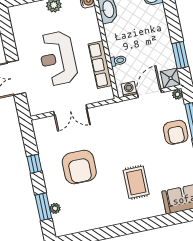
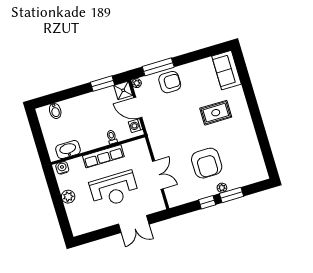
row of seats: (100, 65) -> (103, 156), moved
armchair: (79, 167) -> (207, 163), turned 90
window: (43, 207) -> (231, 195), moved
plant: (55, 208) -> (222, 188), moved

